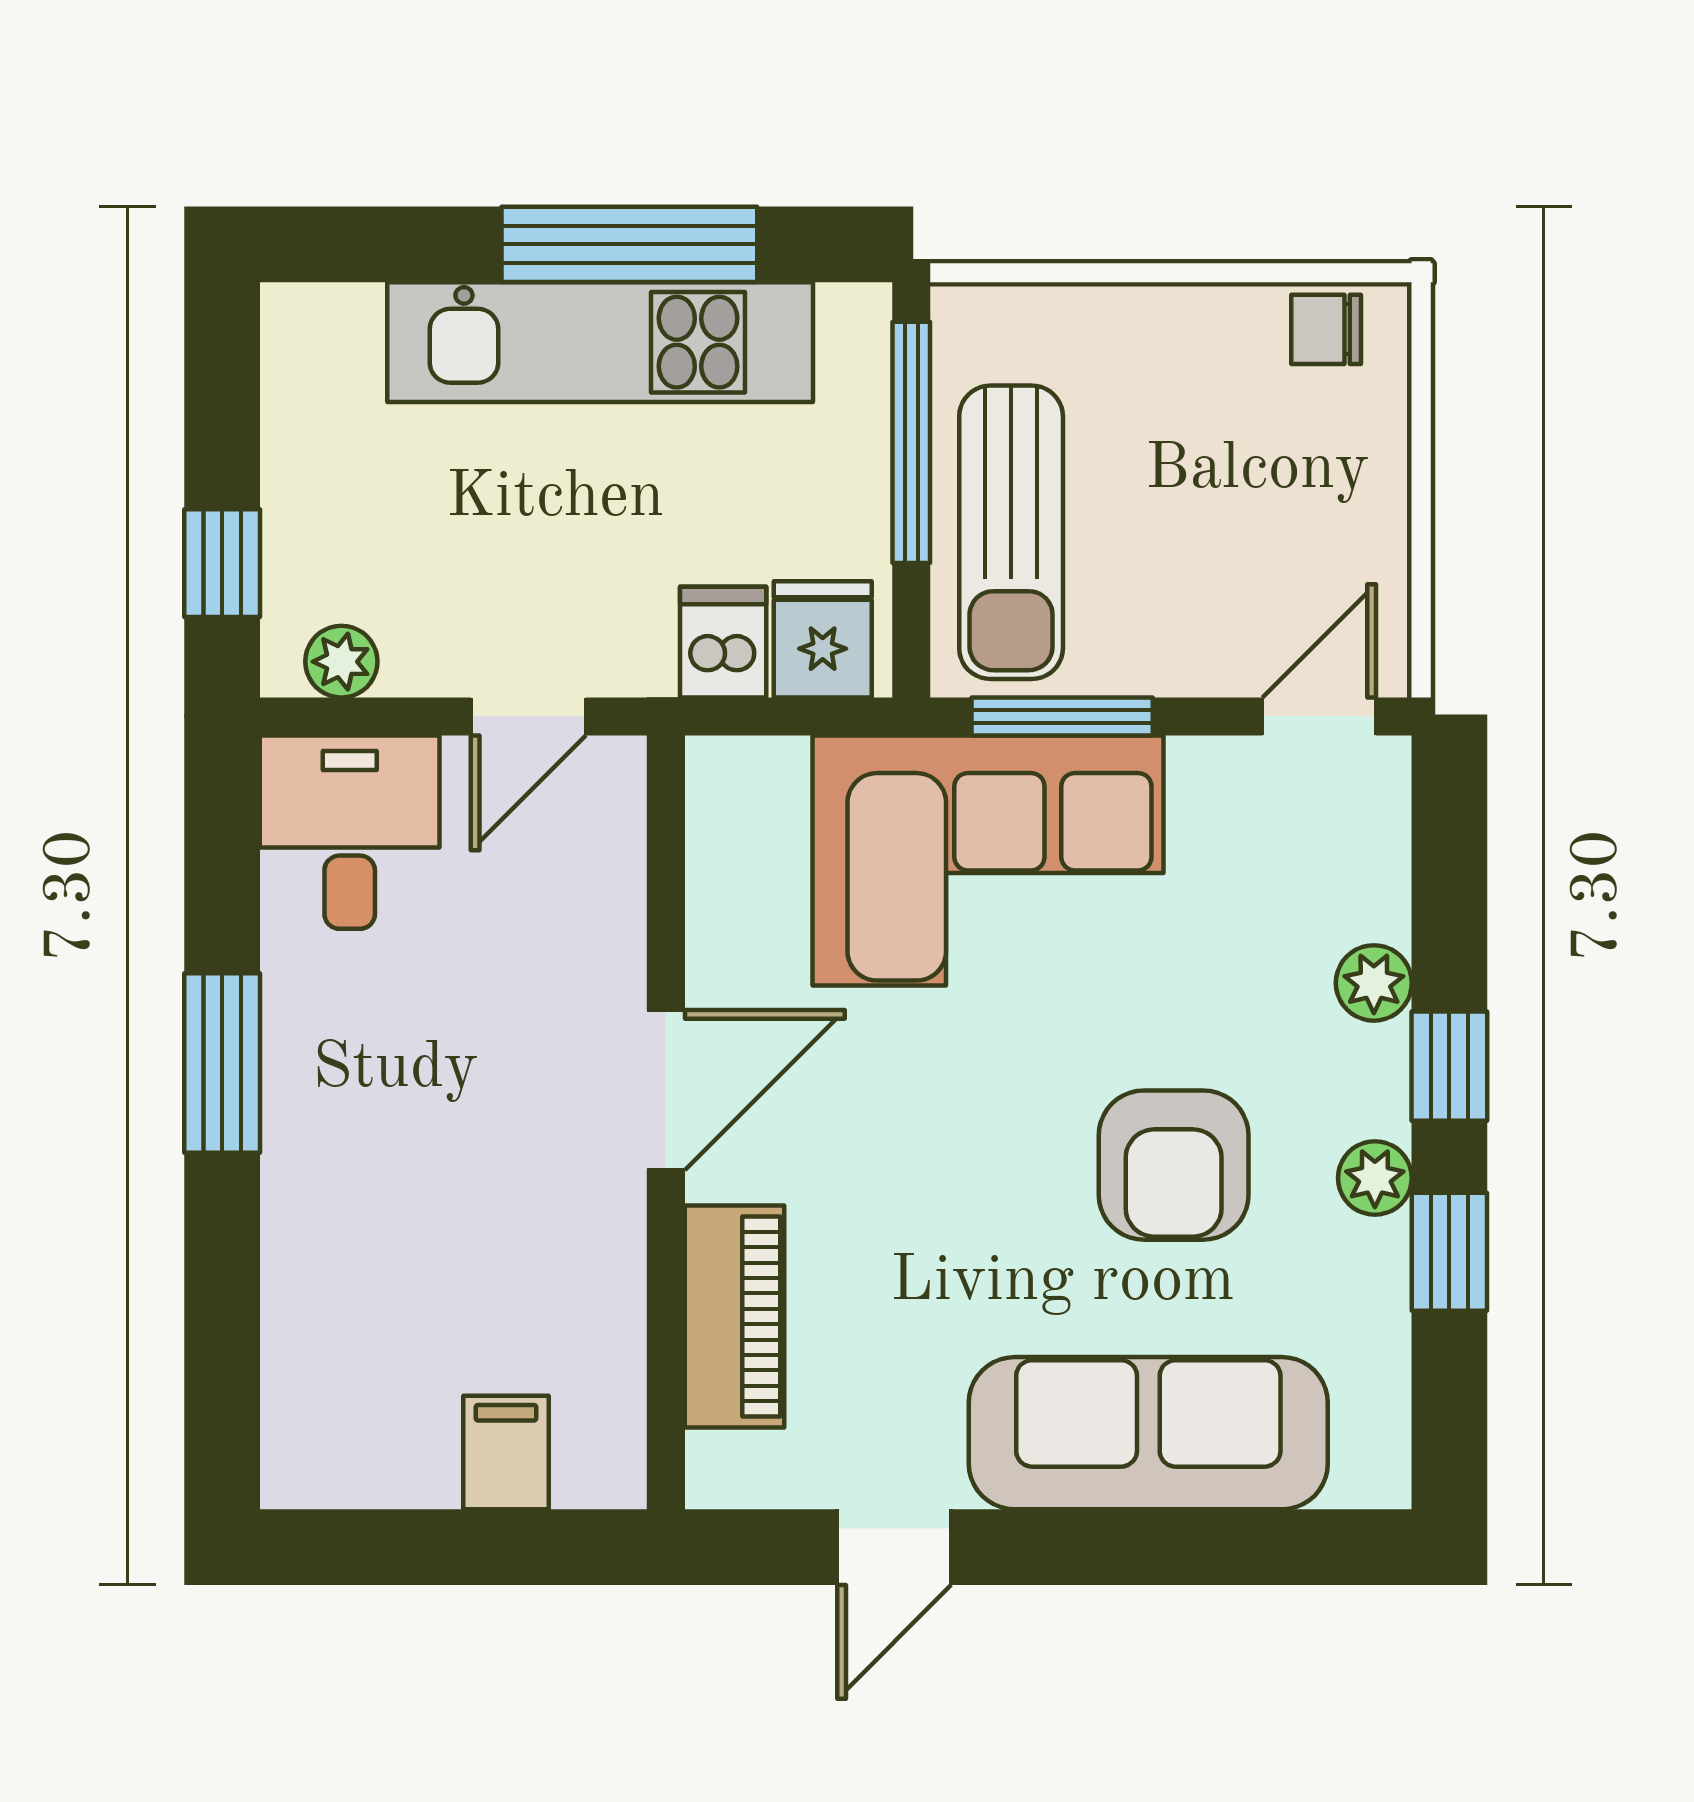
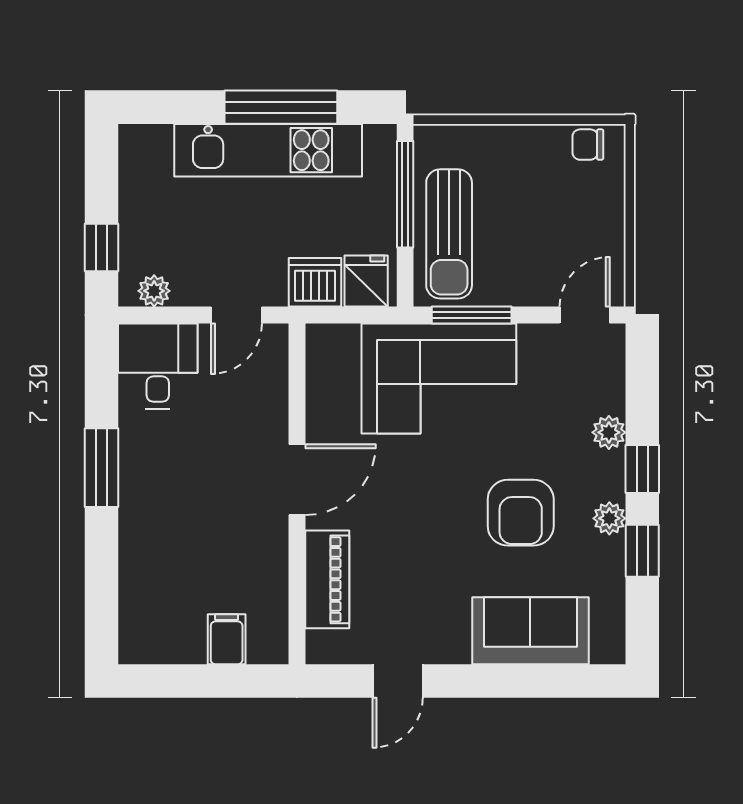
dishwasher: (723, 642) -> (315, 282), width x1.38
sofa: (1148, 1433) -> (530, 631), width x0.73

